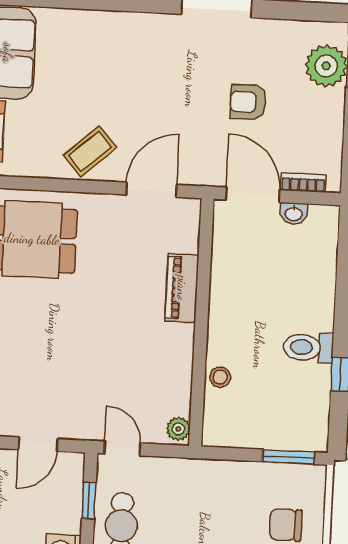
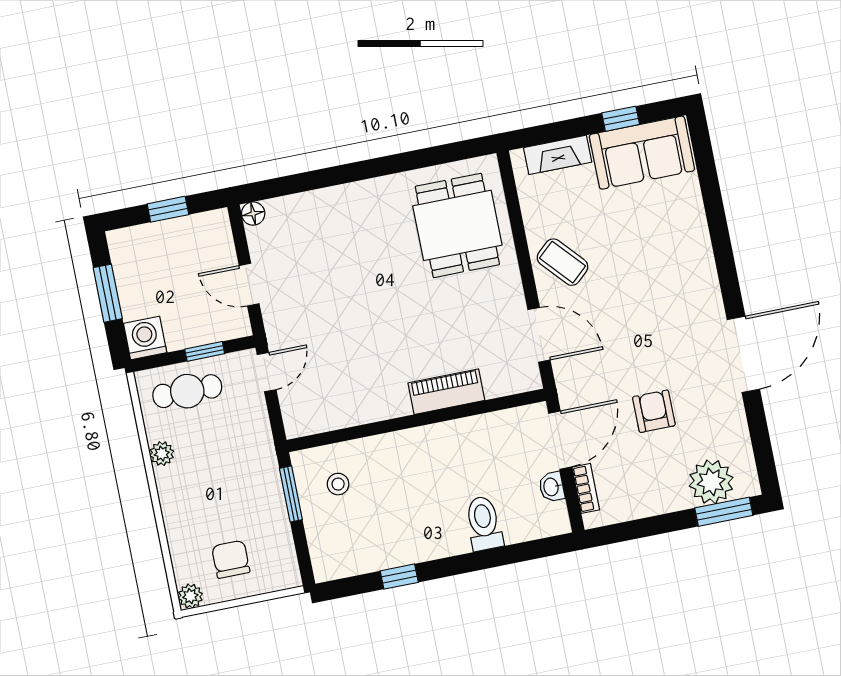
toilet: (308, 348) -> (484, 523), moved
stool: (220, 377) -> (338, 484), moved
plant: (178, 429) -> (301, 425), removed
window: (289, 457) -> (291, 494), moved

